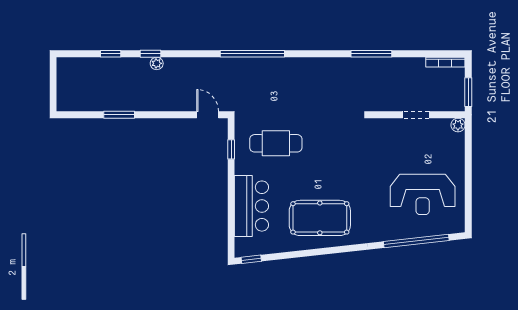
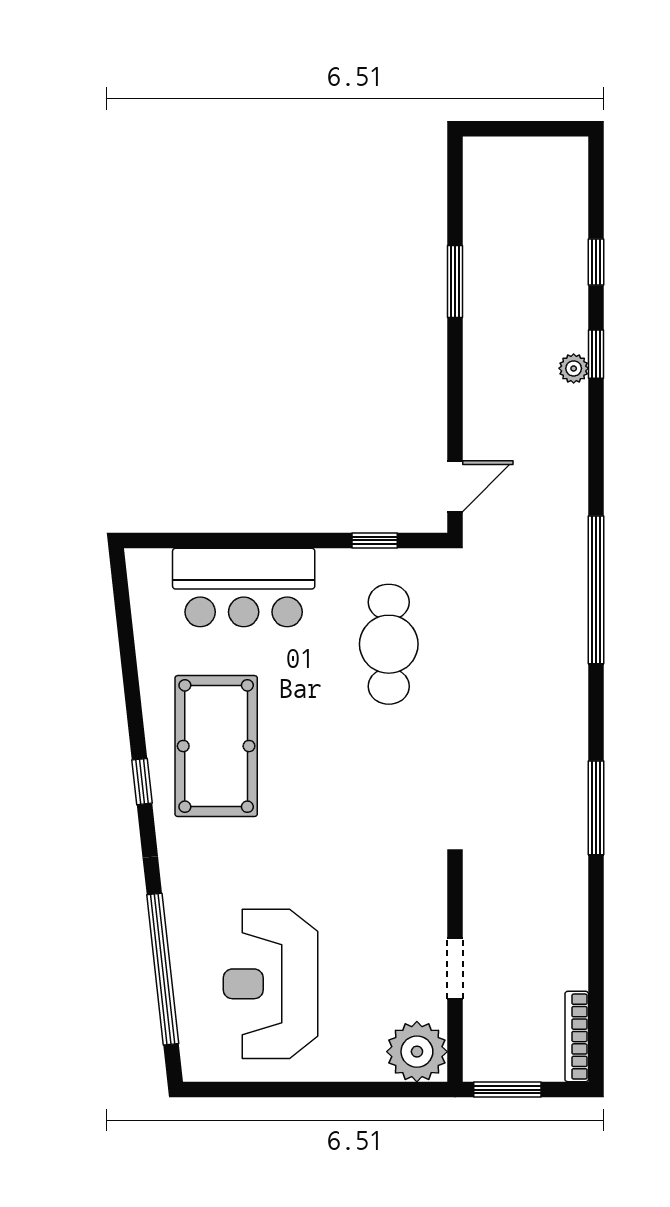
window: (371, 54) -> (596, 808), moved
plant: (458, 125) -> (417, 1052), width x1.87, depth x1.87
window: (251, 259) -> (142, 782), moved

